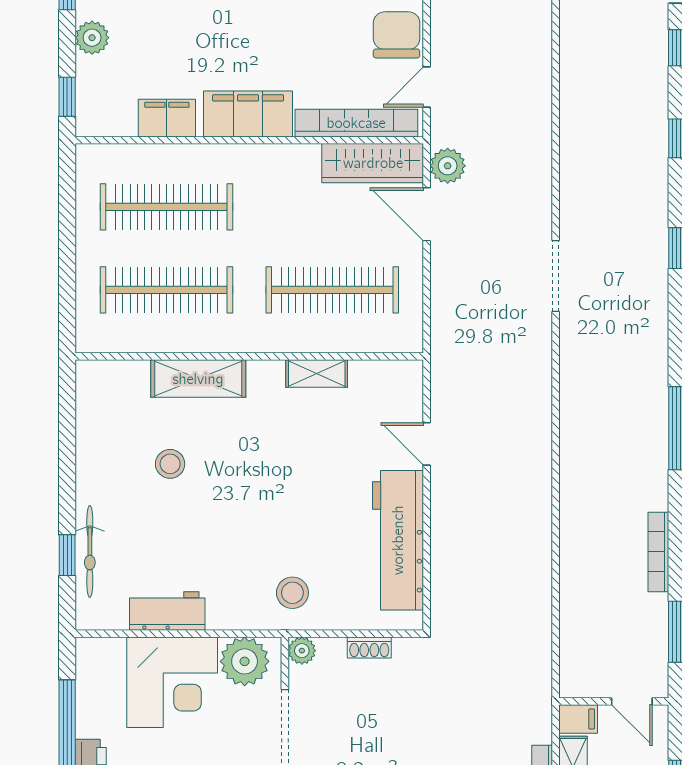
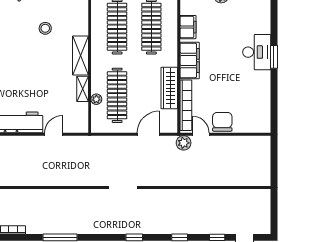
chair: (397, 35) -> (222, 122), turned -90
wardrobe: (373, 163) -> (169, 88), moved
plant: (448, 166) -> (184, 143), moved
plant: (342, 340) -> (96, 99), added
shelving: (198, 379) -> (80, 55), moved

